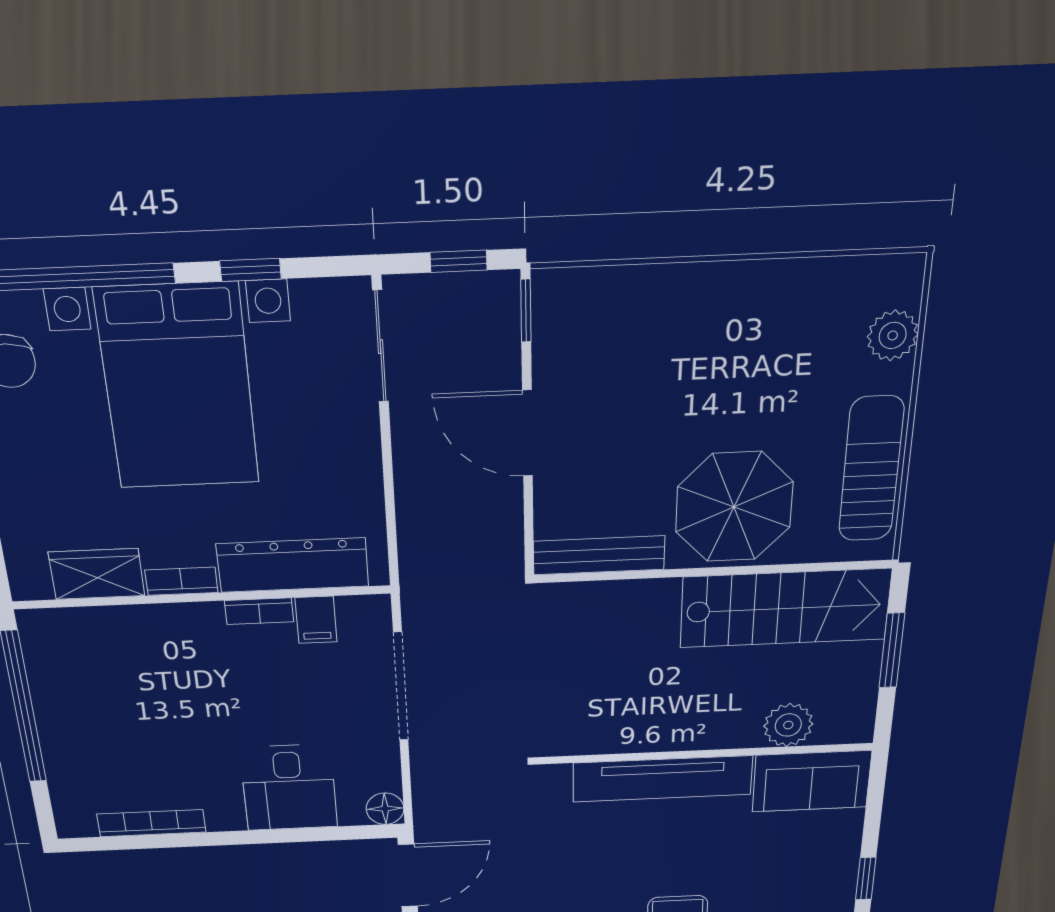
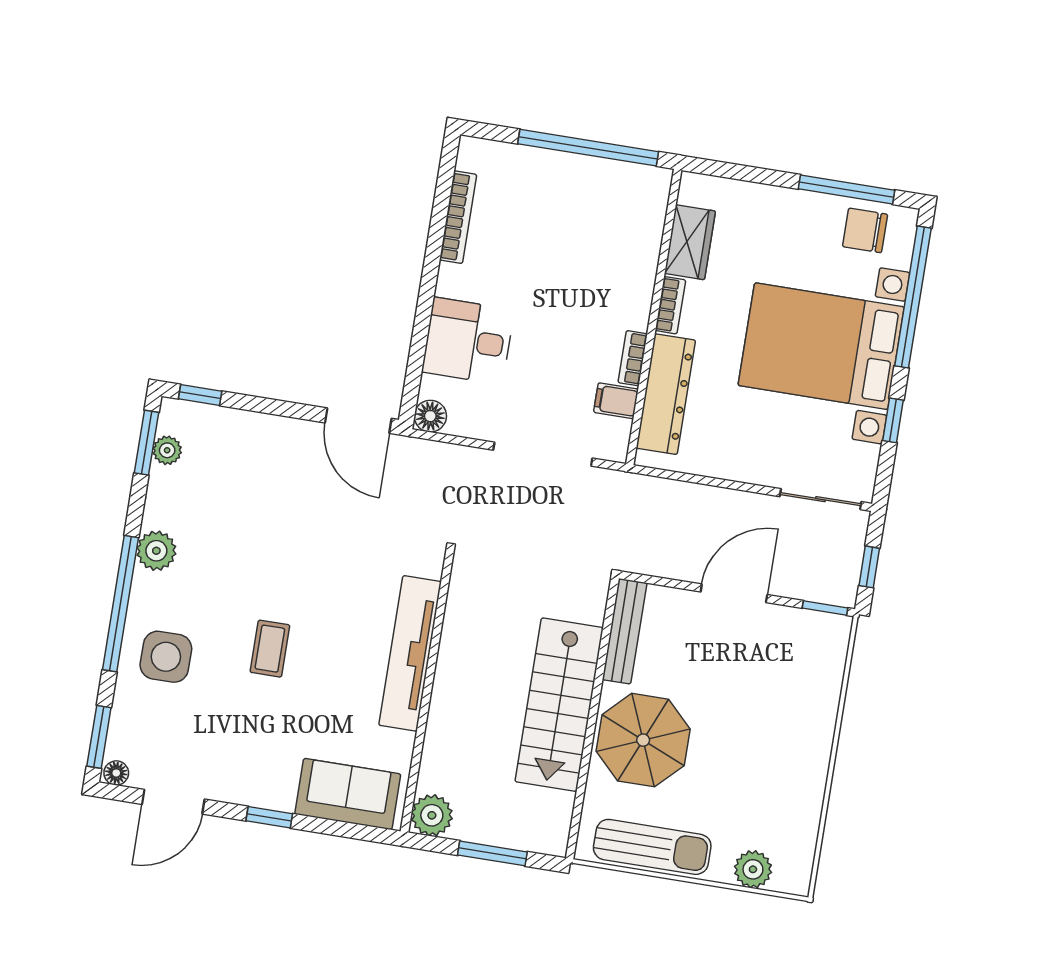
stairs: (785, 608) -> (559, 705), moved
plant: (788, 725) -> (432, 815), moved
sofa: (812, 781) -> (348, 794), moved, turned 90

